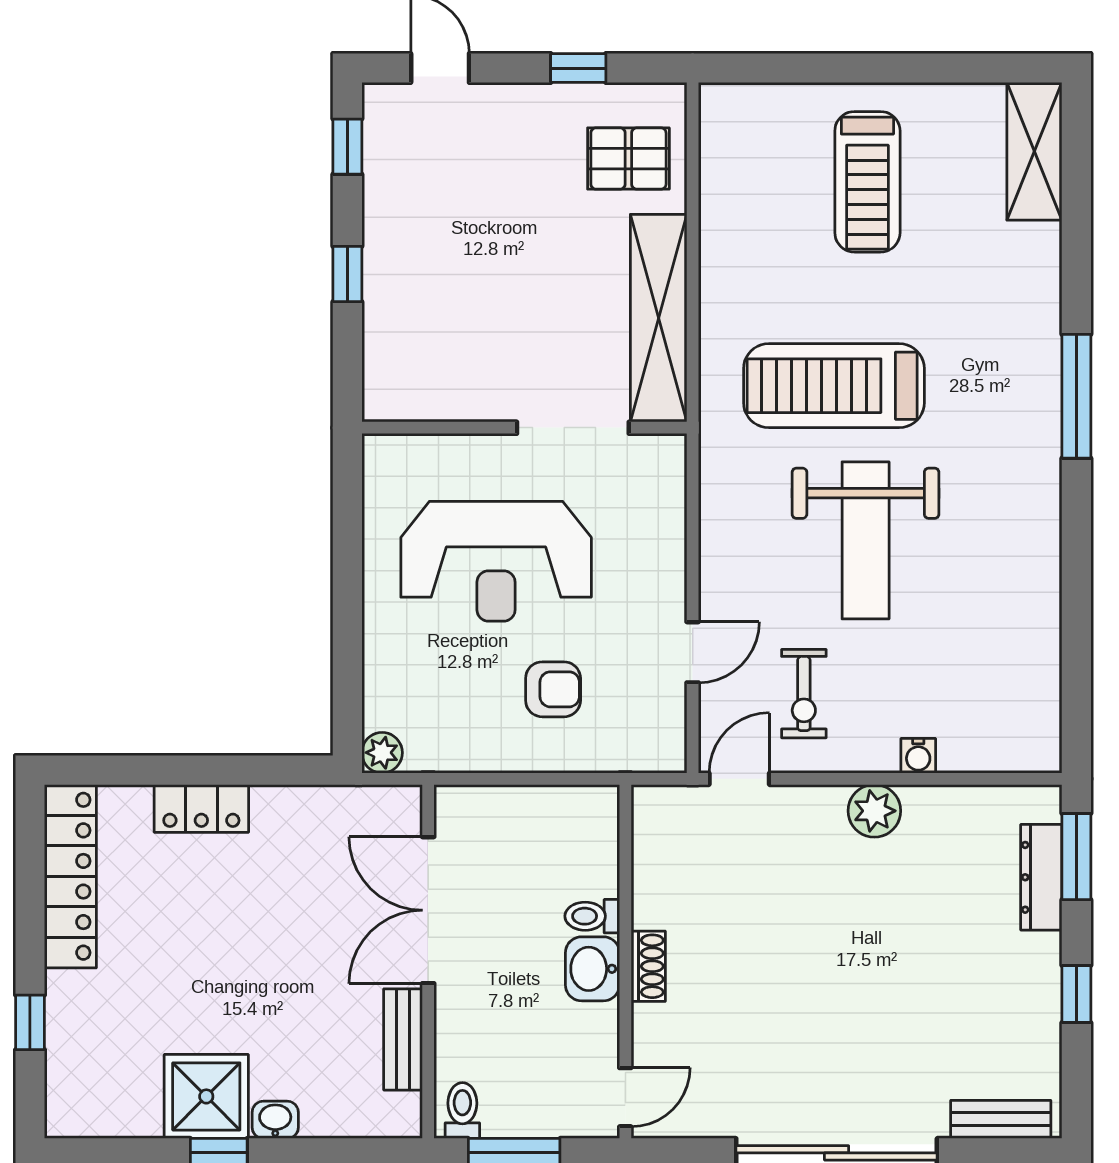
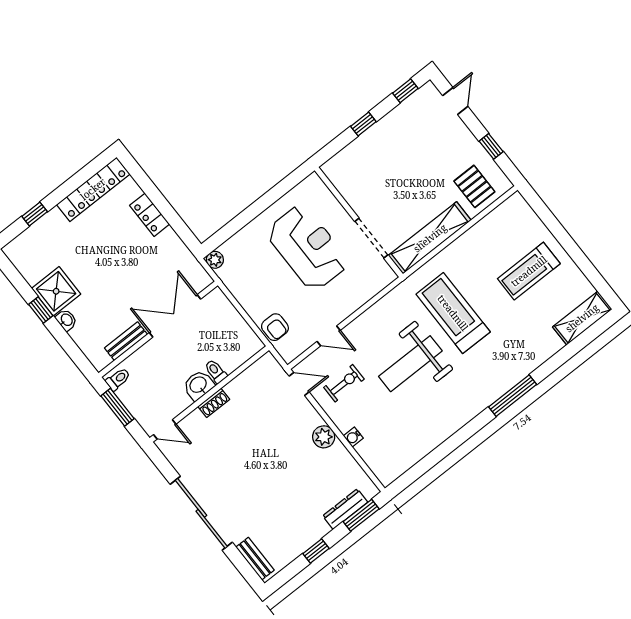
reception desk: (496, 561) -> (307, 248), turned 180
armchair: (553, 689) -> (275, 327), moved
exercise bike: (804, 694) -> (344, 383), turned 180

